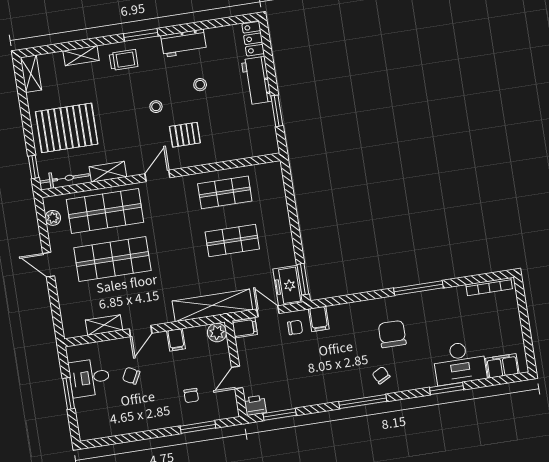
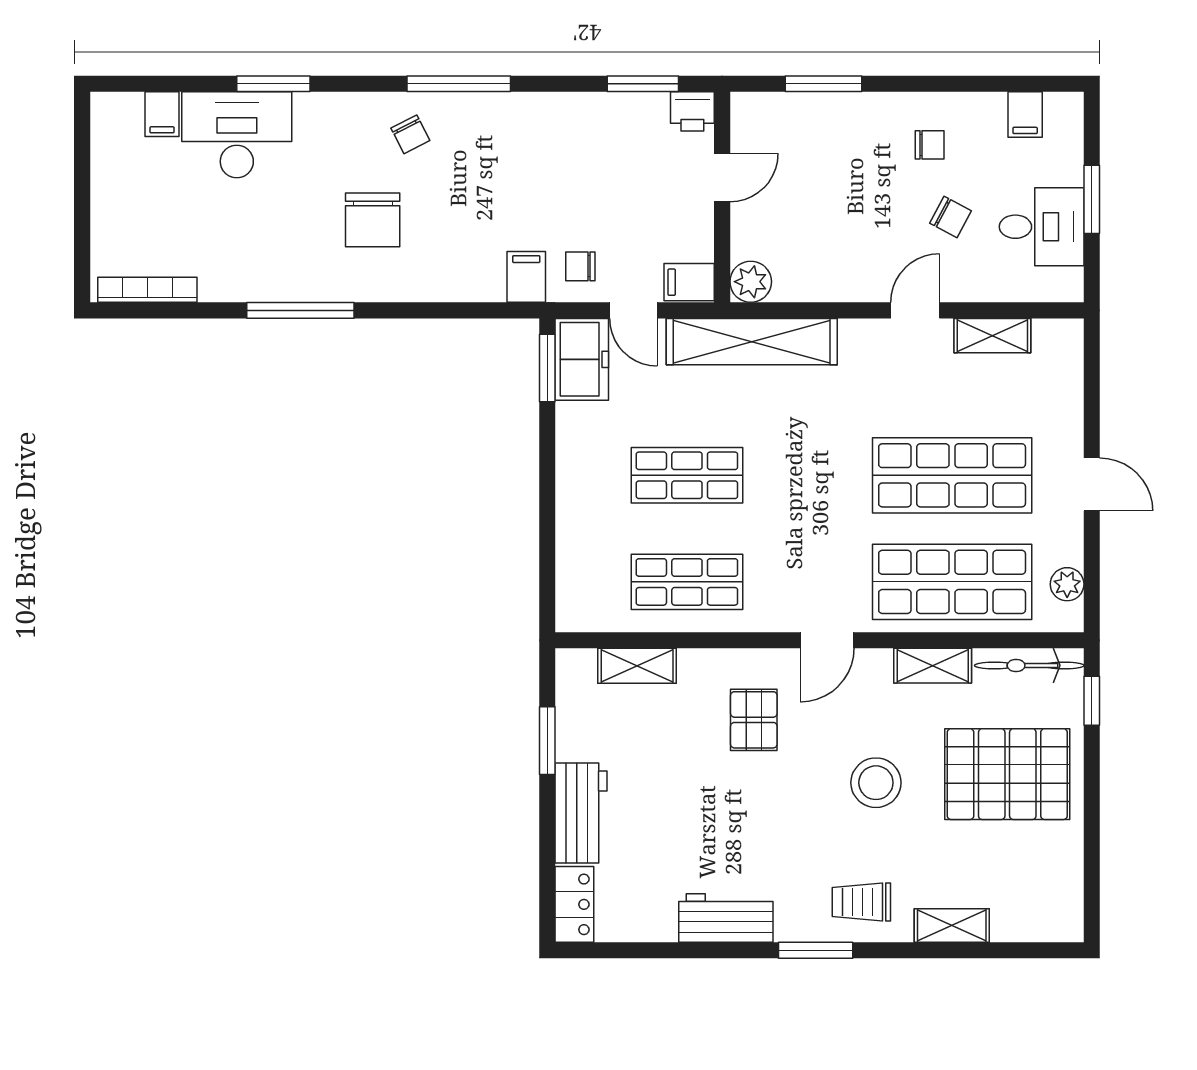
shelving: (31, 74) -> (637, 666), moved, turned 90
stool: (200, 85) -> (704, 823), removed
stool: (156, 107) -> (876, 783), moved, width x1.89, depth x1.89
pallet: (185, 135) -> (754, 720), turned 90
filing cabinet: (176, 340) -> (1025, 114), moved, turned 180
filing cabinet: (502, 366) -> (162, 114), width x0.50
chair: (191, 396) -> (930, 145), moved, turned 90

